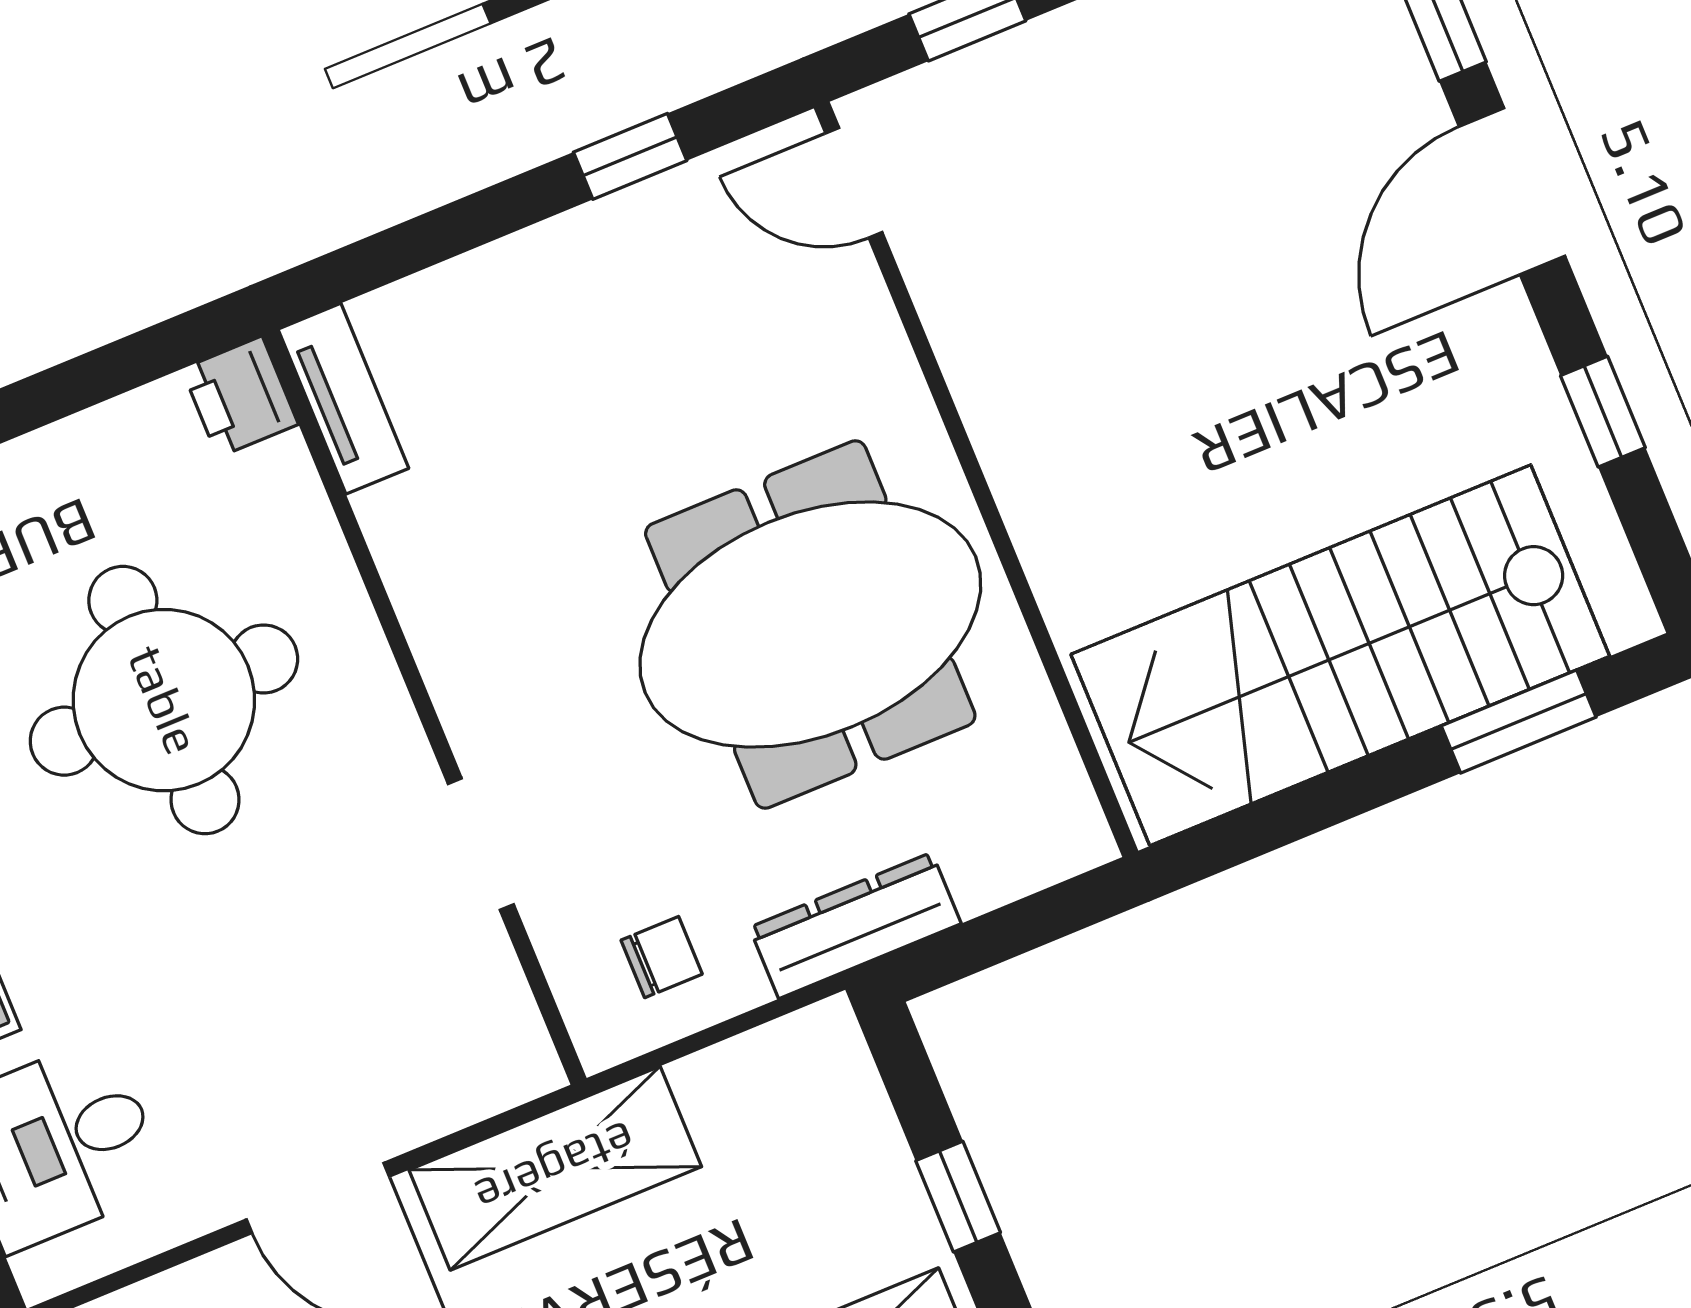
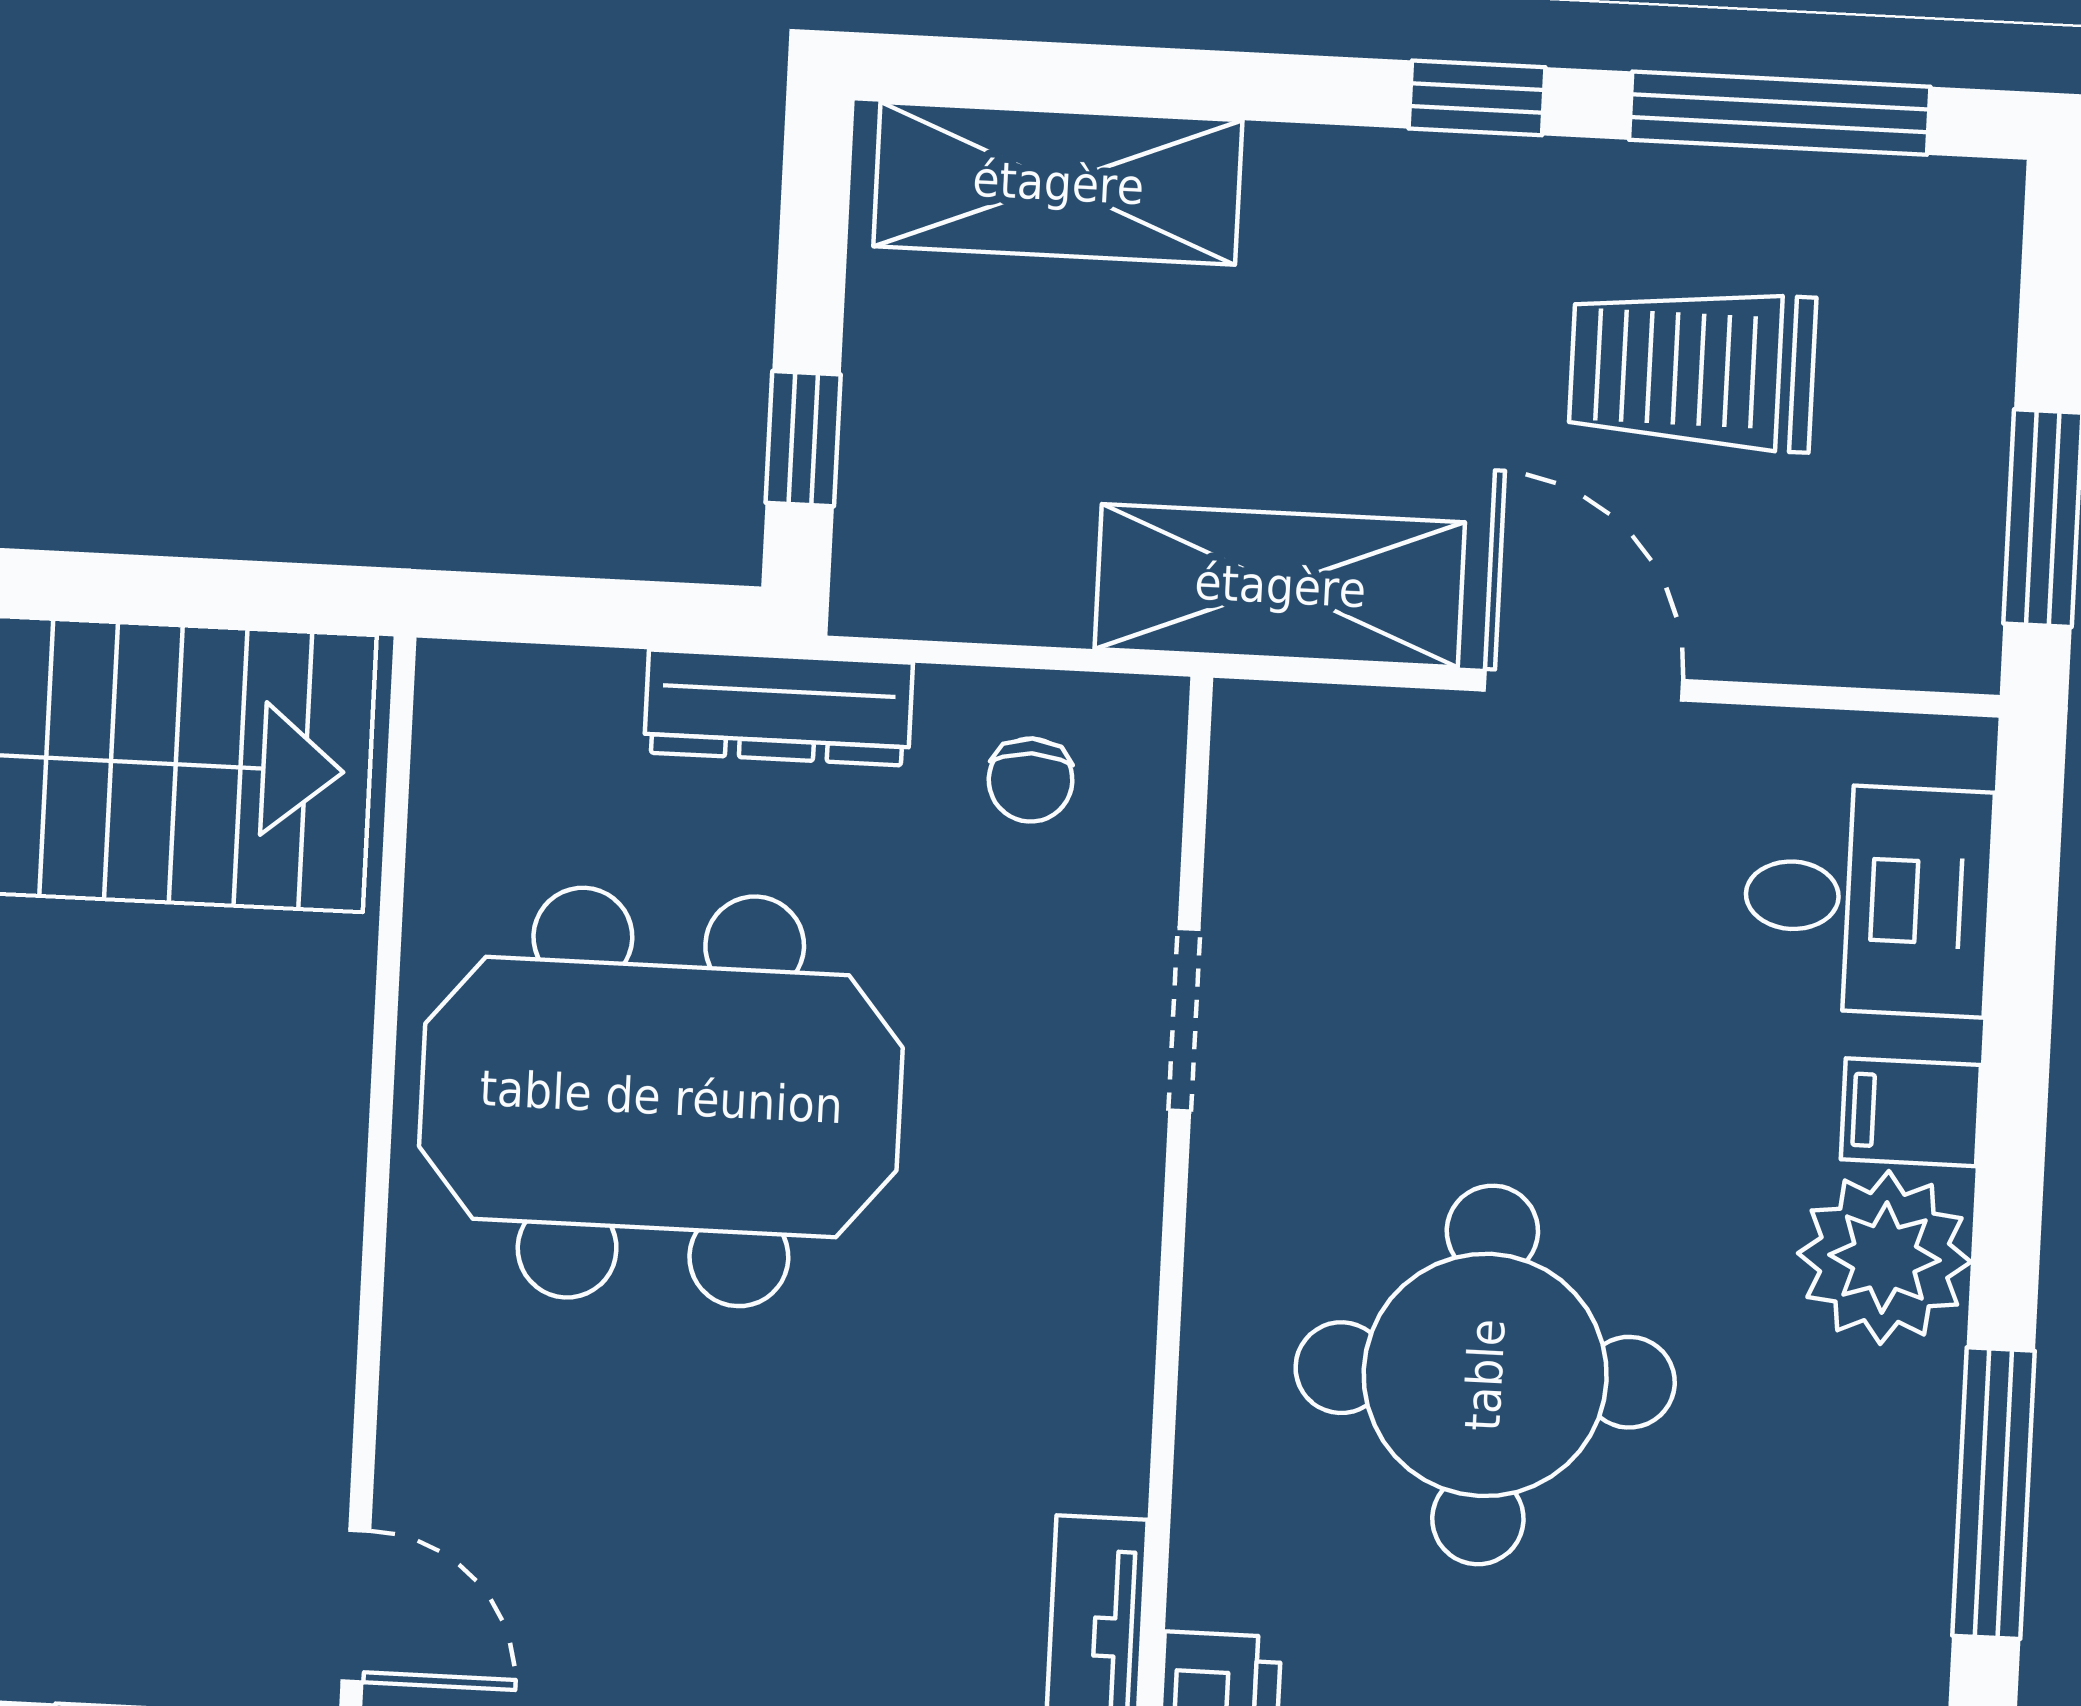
chair: (662, 957) -> (1031, 780), turned -90
window: (958, 1197) -> (803, 439), moved

